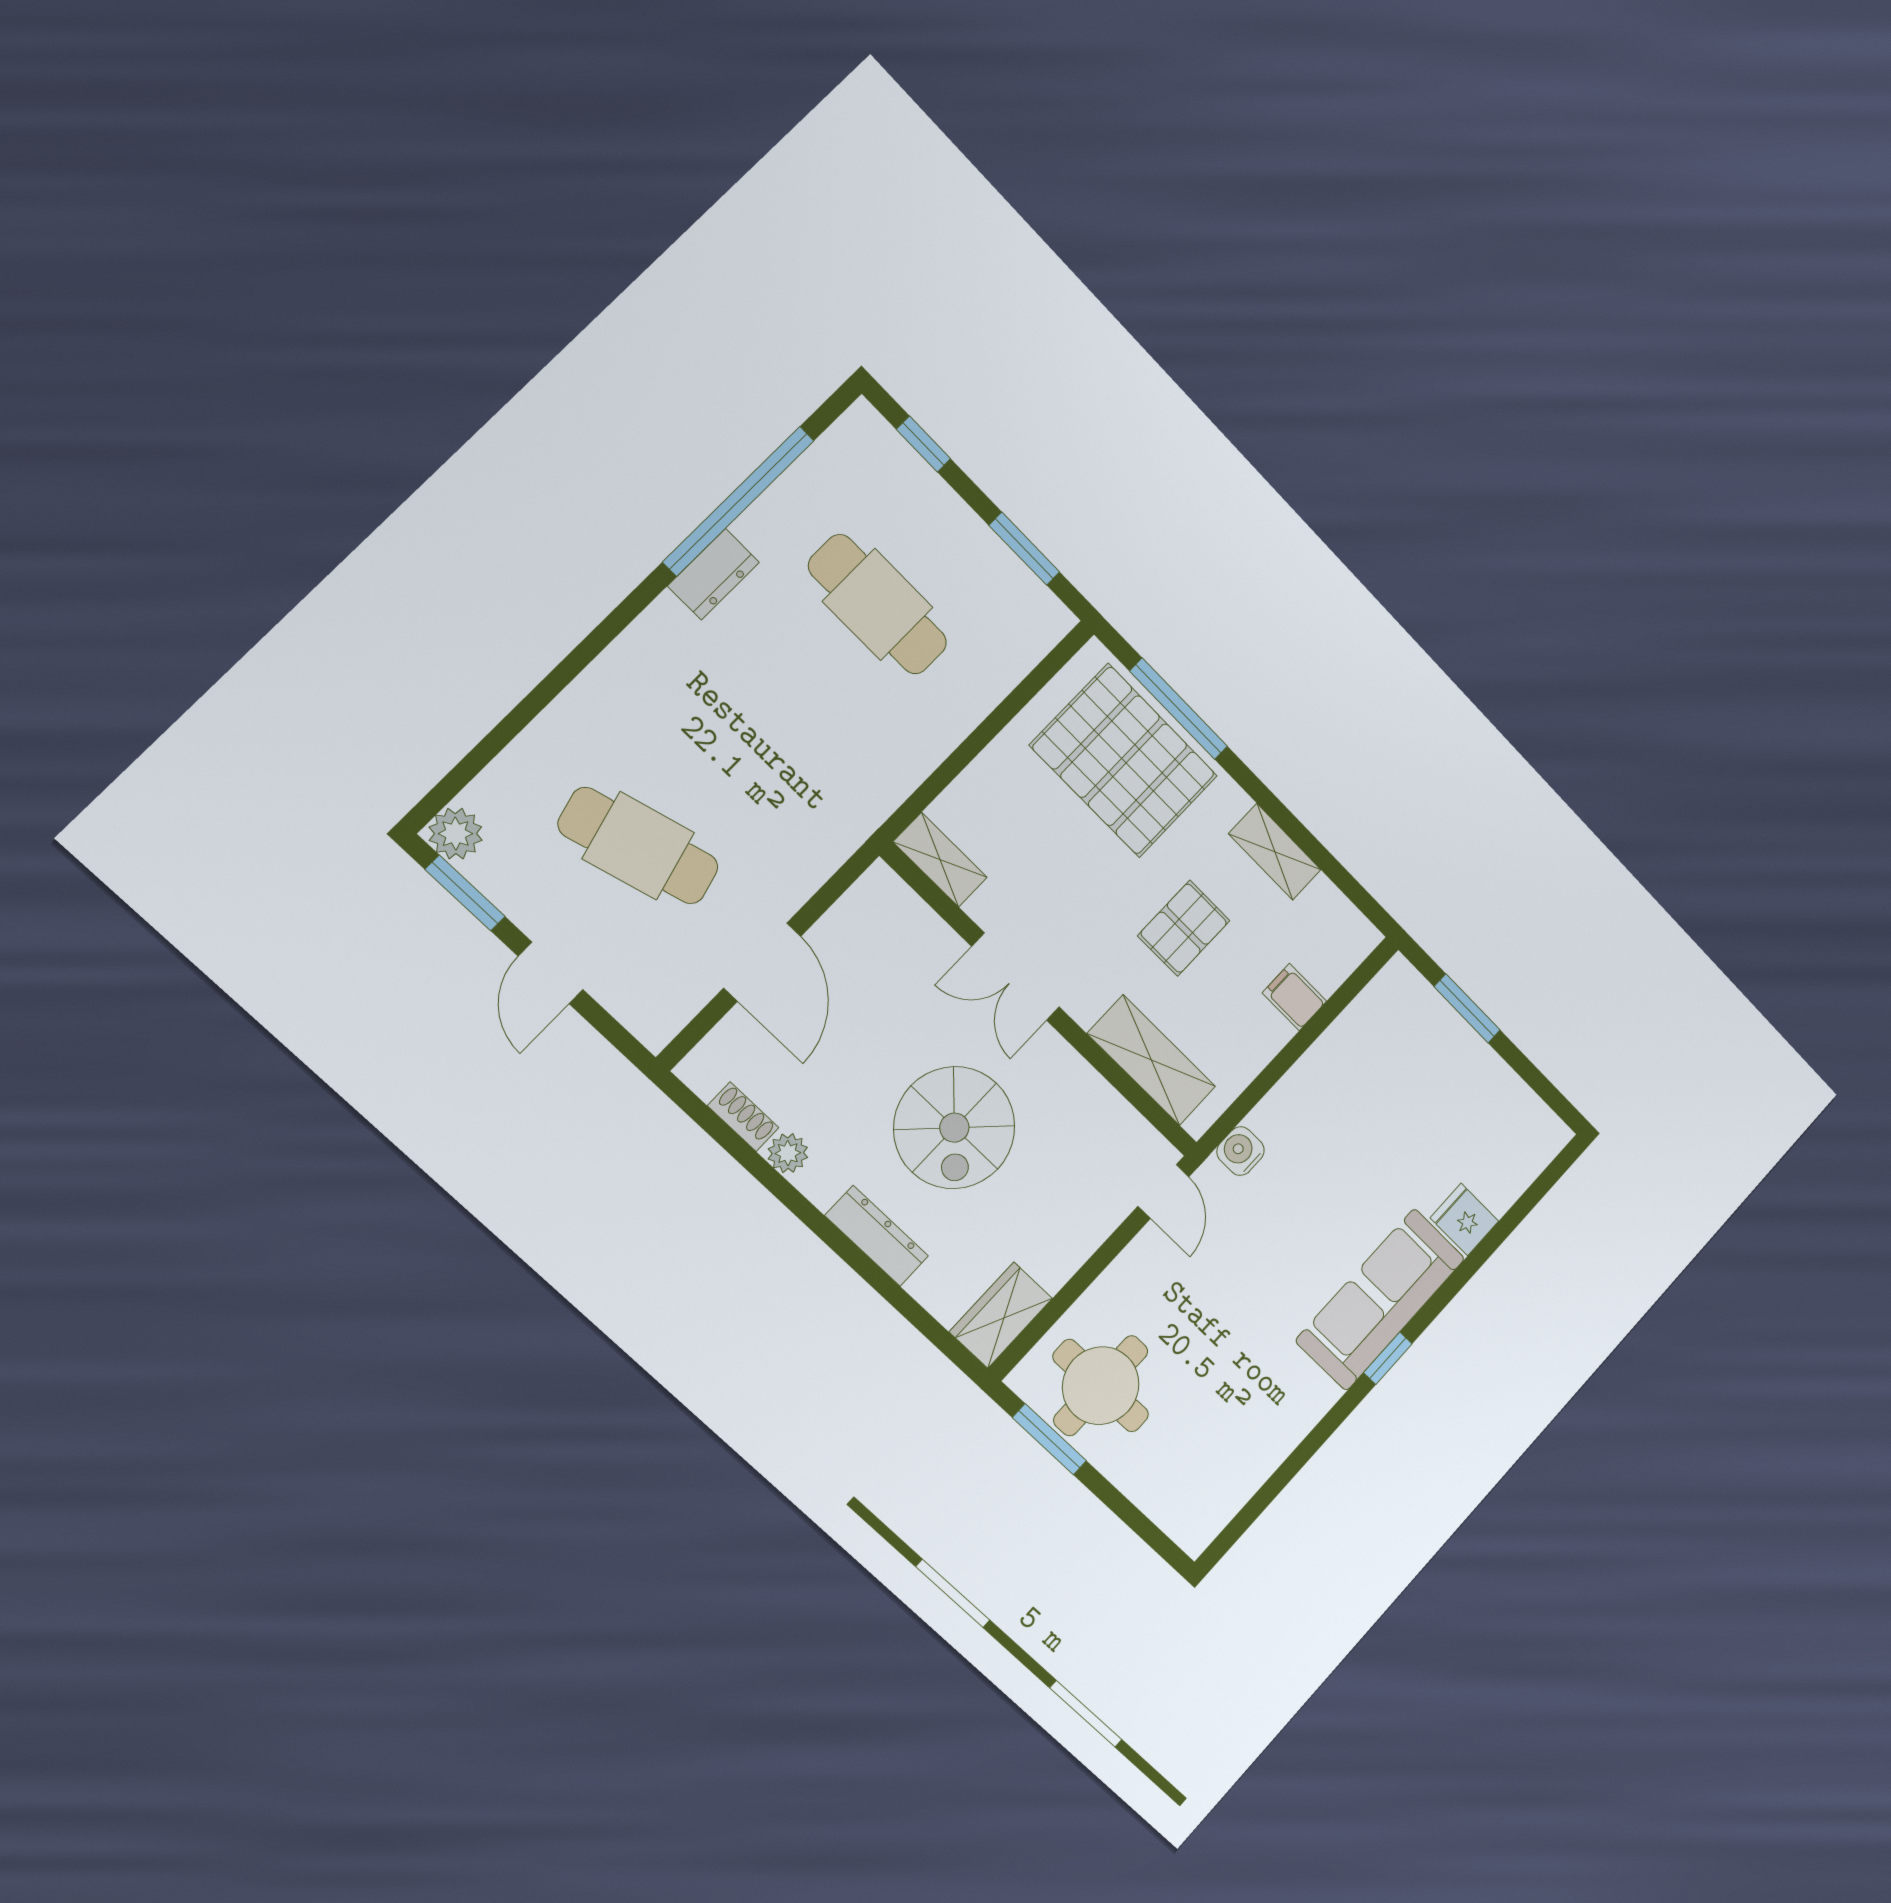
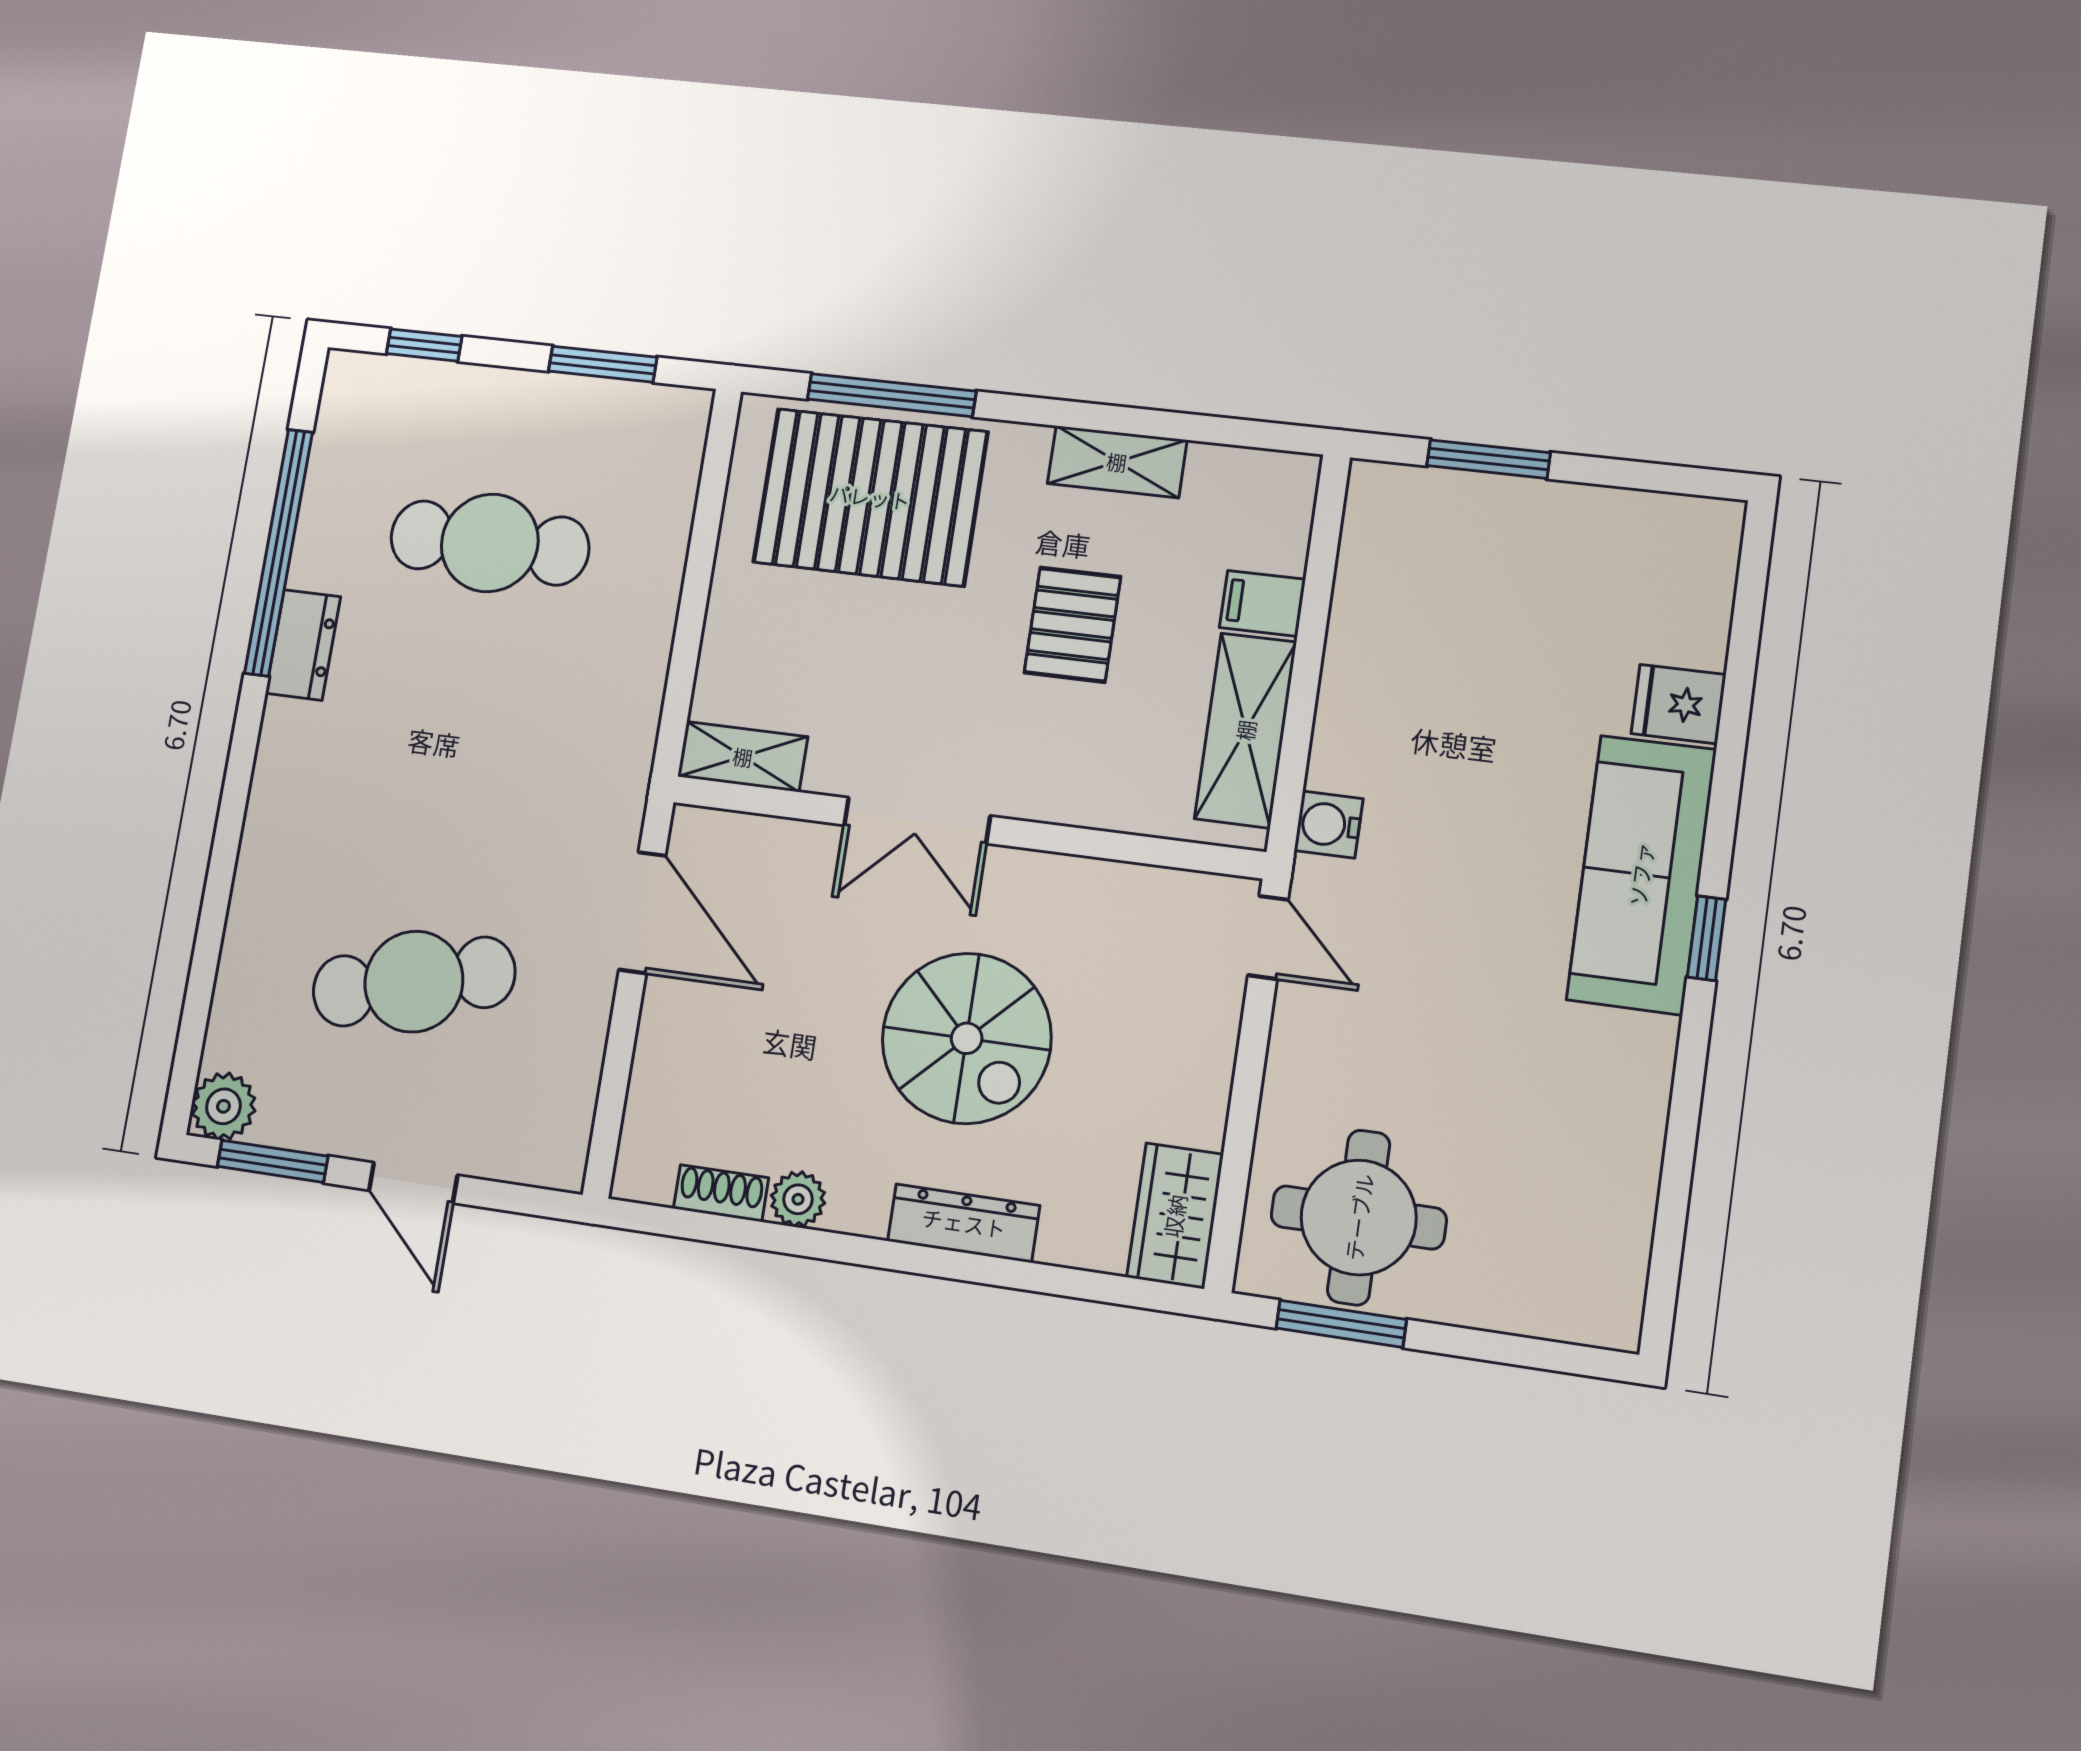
door: (762, 962) -> (642, 912), moved
shelving: (1151, 1060) -> (1246, 730), moved, turned 90

